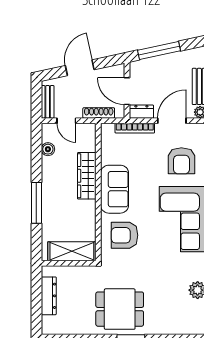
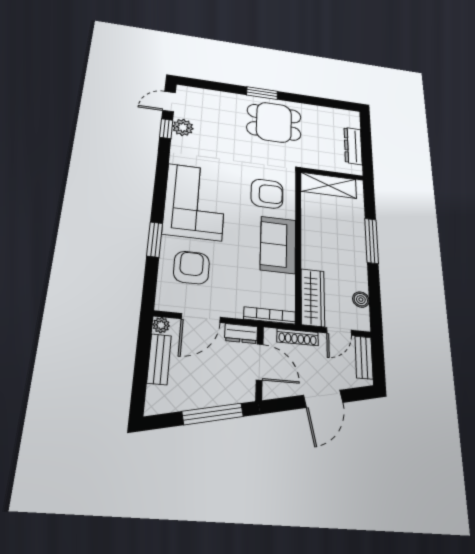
door: (66, 121) -> (339, 332), swing flipped
bookcase: (135, 128) -> (270, 315), moved
wardrobe: (87, 176) -> (313, 298), moved

